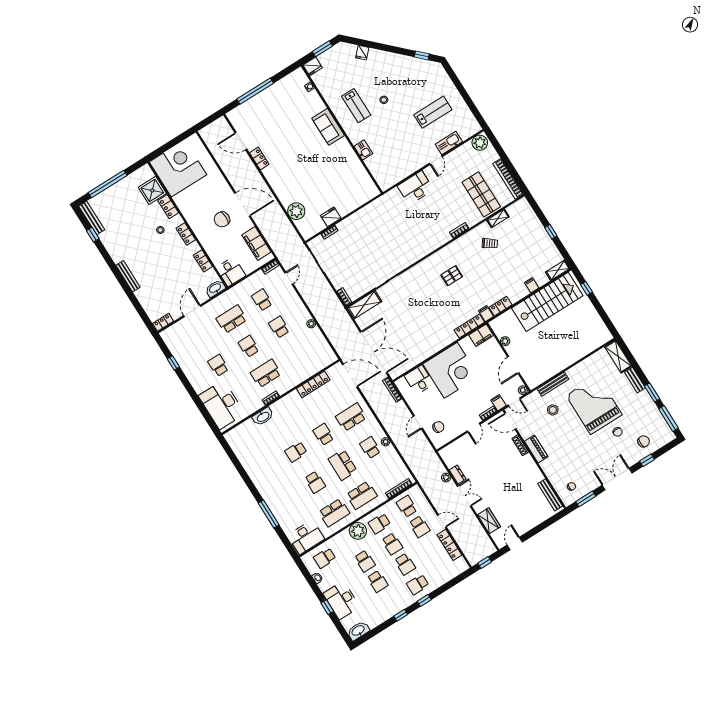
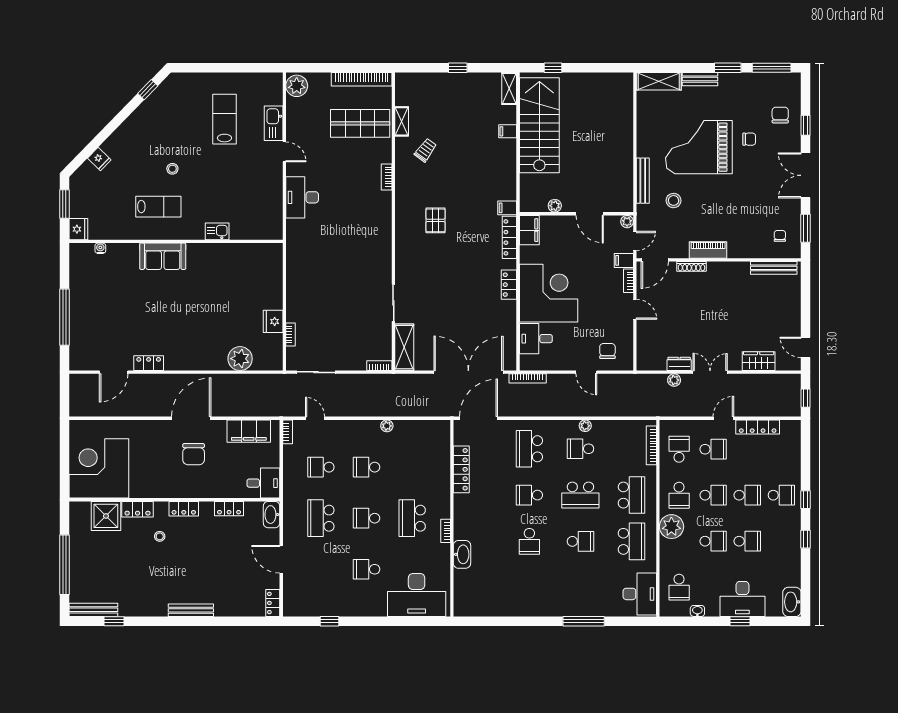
locker: (500, 306) -> (509, 285), moved
school desk: (407, 506) -> (679, 449), turned 90
school desk: (418, 585) -> (781, 495), turned -90

